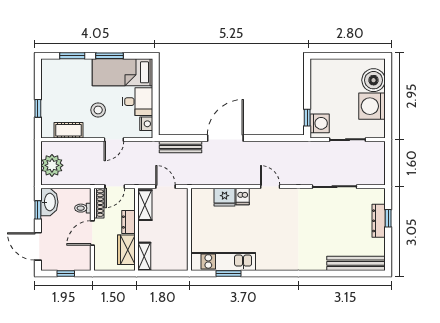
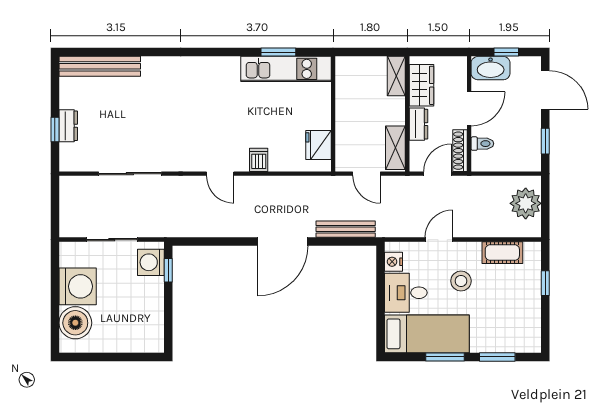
fridge: (225, 197) -> (318, 145), moved, turned -90
washbasin: (49, 202) -> (491, 68), moved, turned -90
dresser: (379, 221) -> (68, 126), width x0.70

